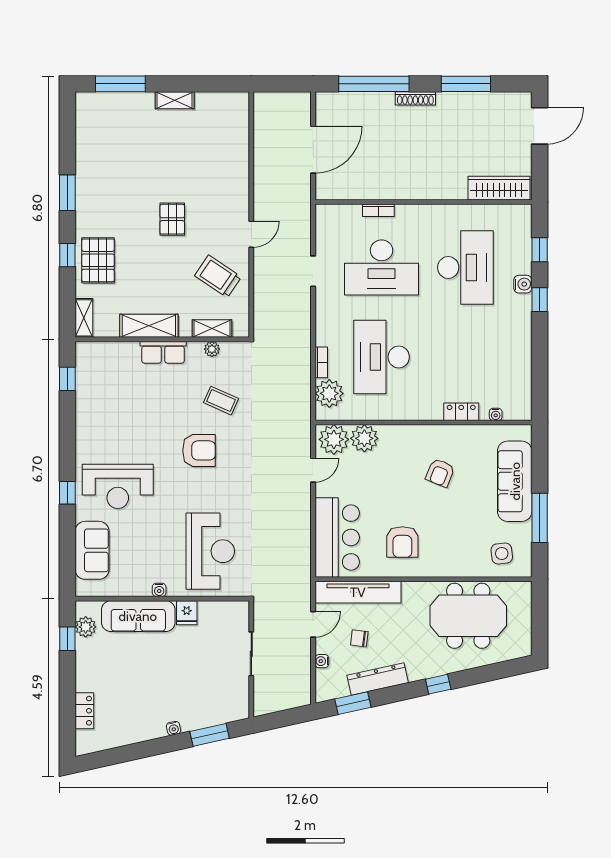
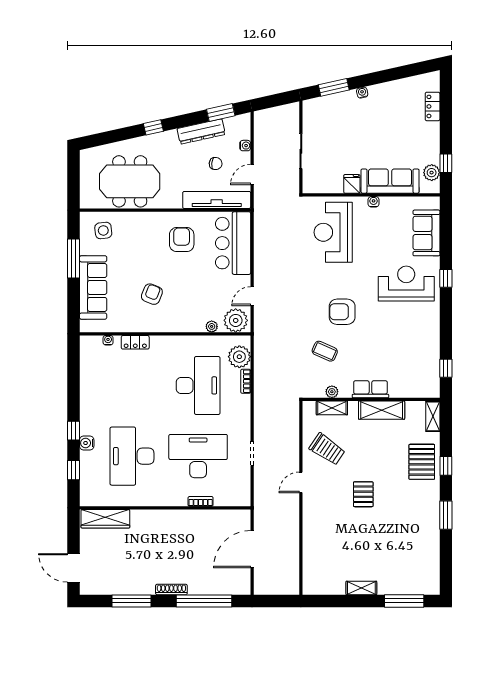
door: (540, 126) -> (73, 568), hinge flipped
plant: (364, 438) -> (212, 326), width x0.53, depth x0.53

